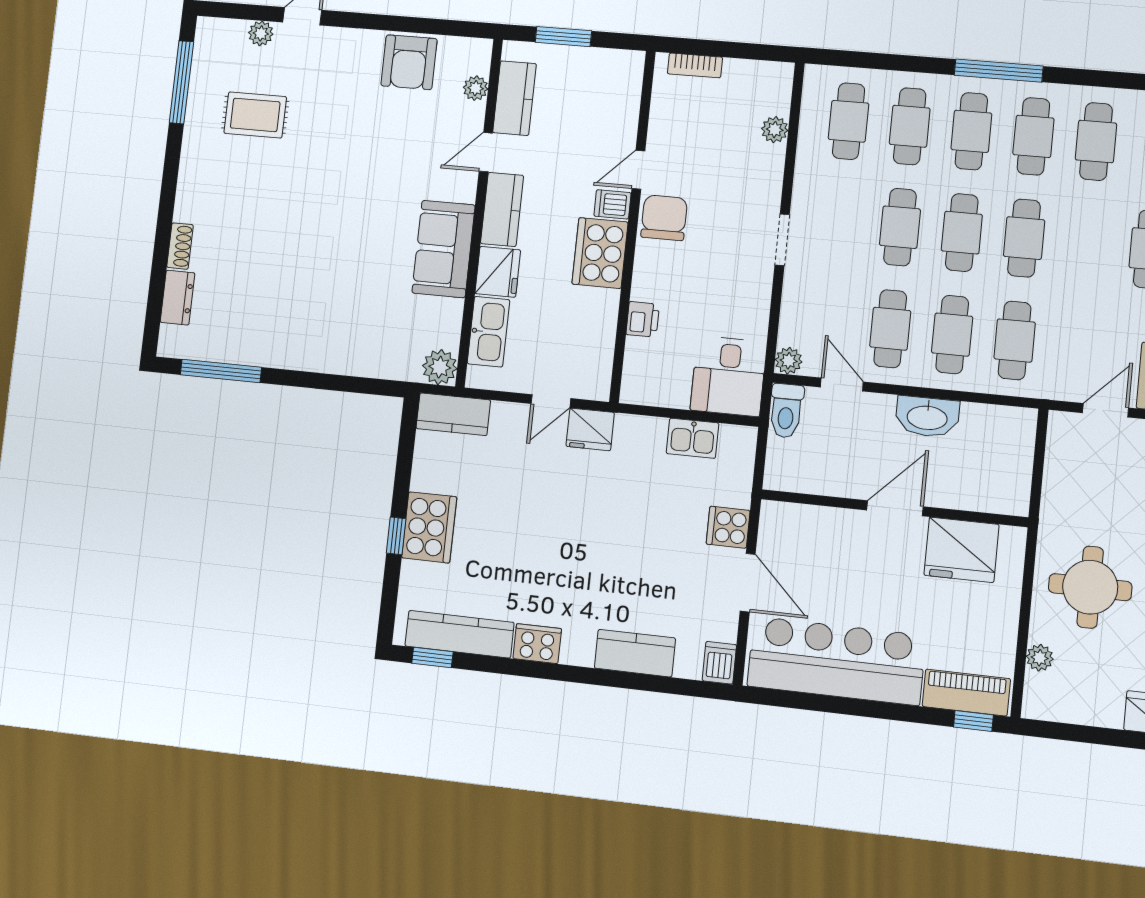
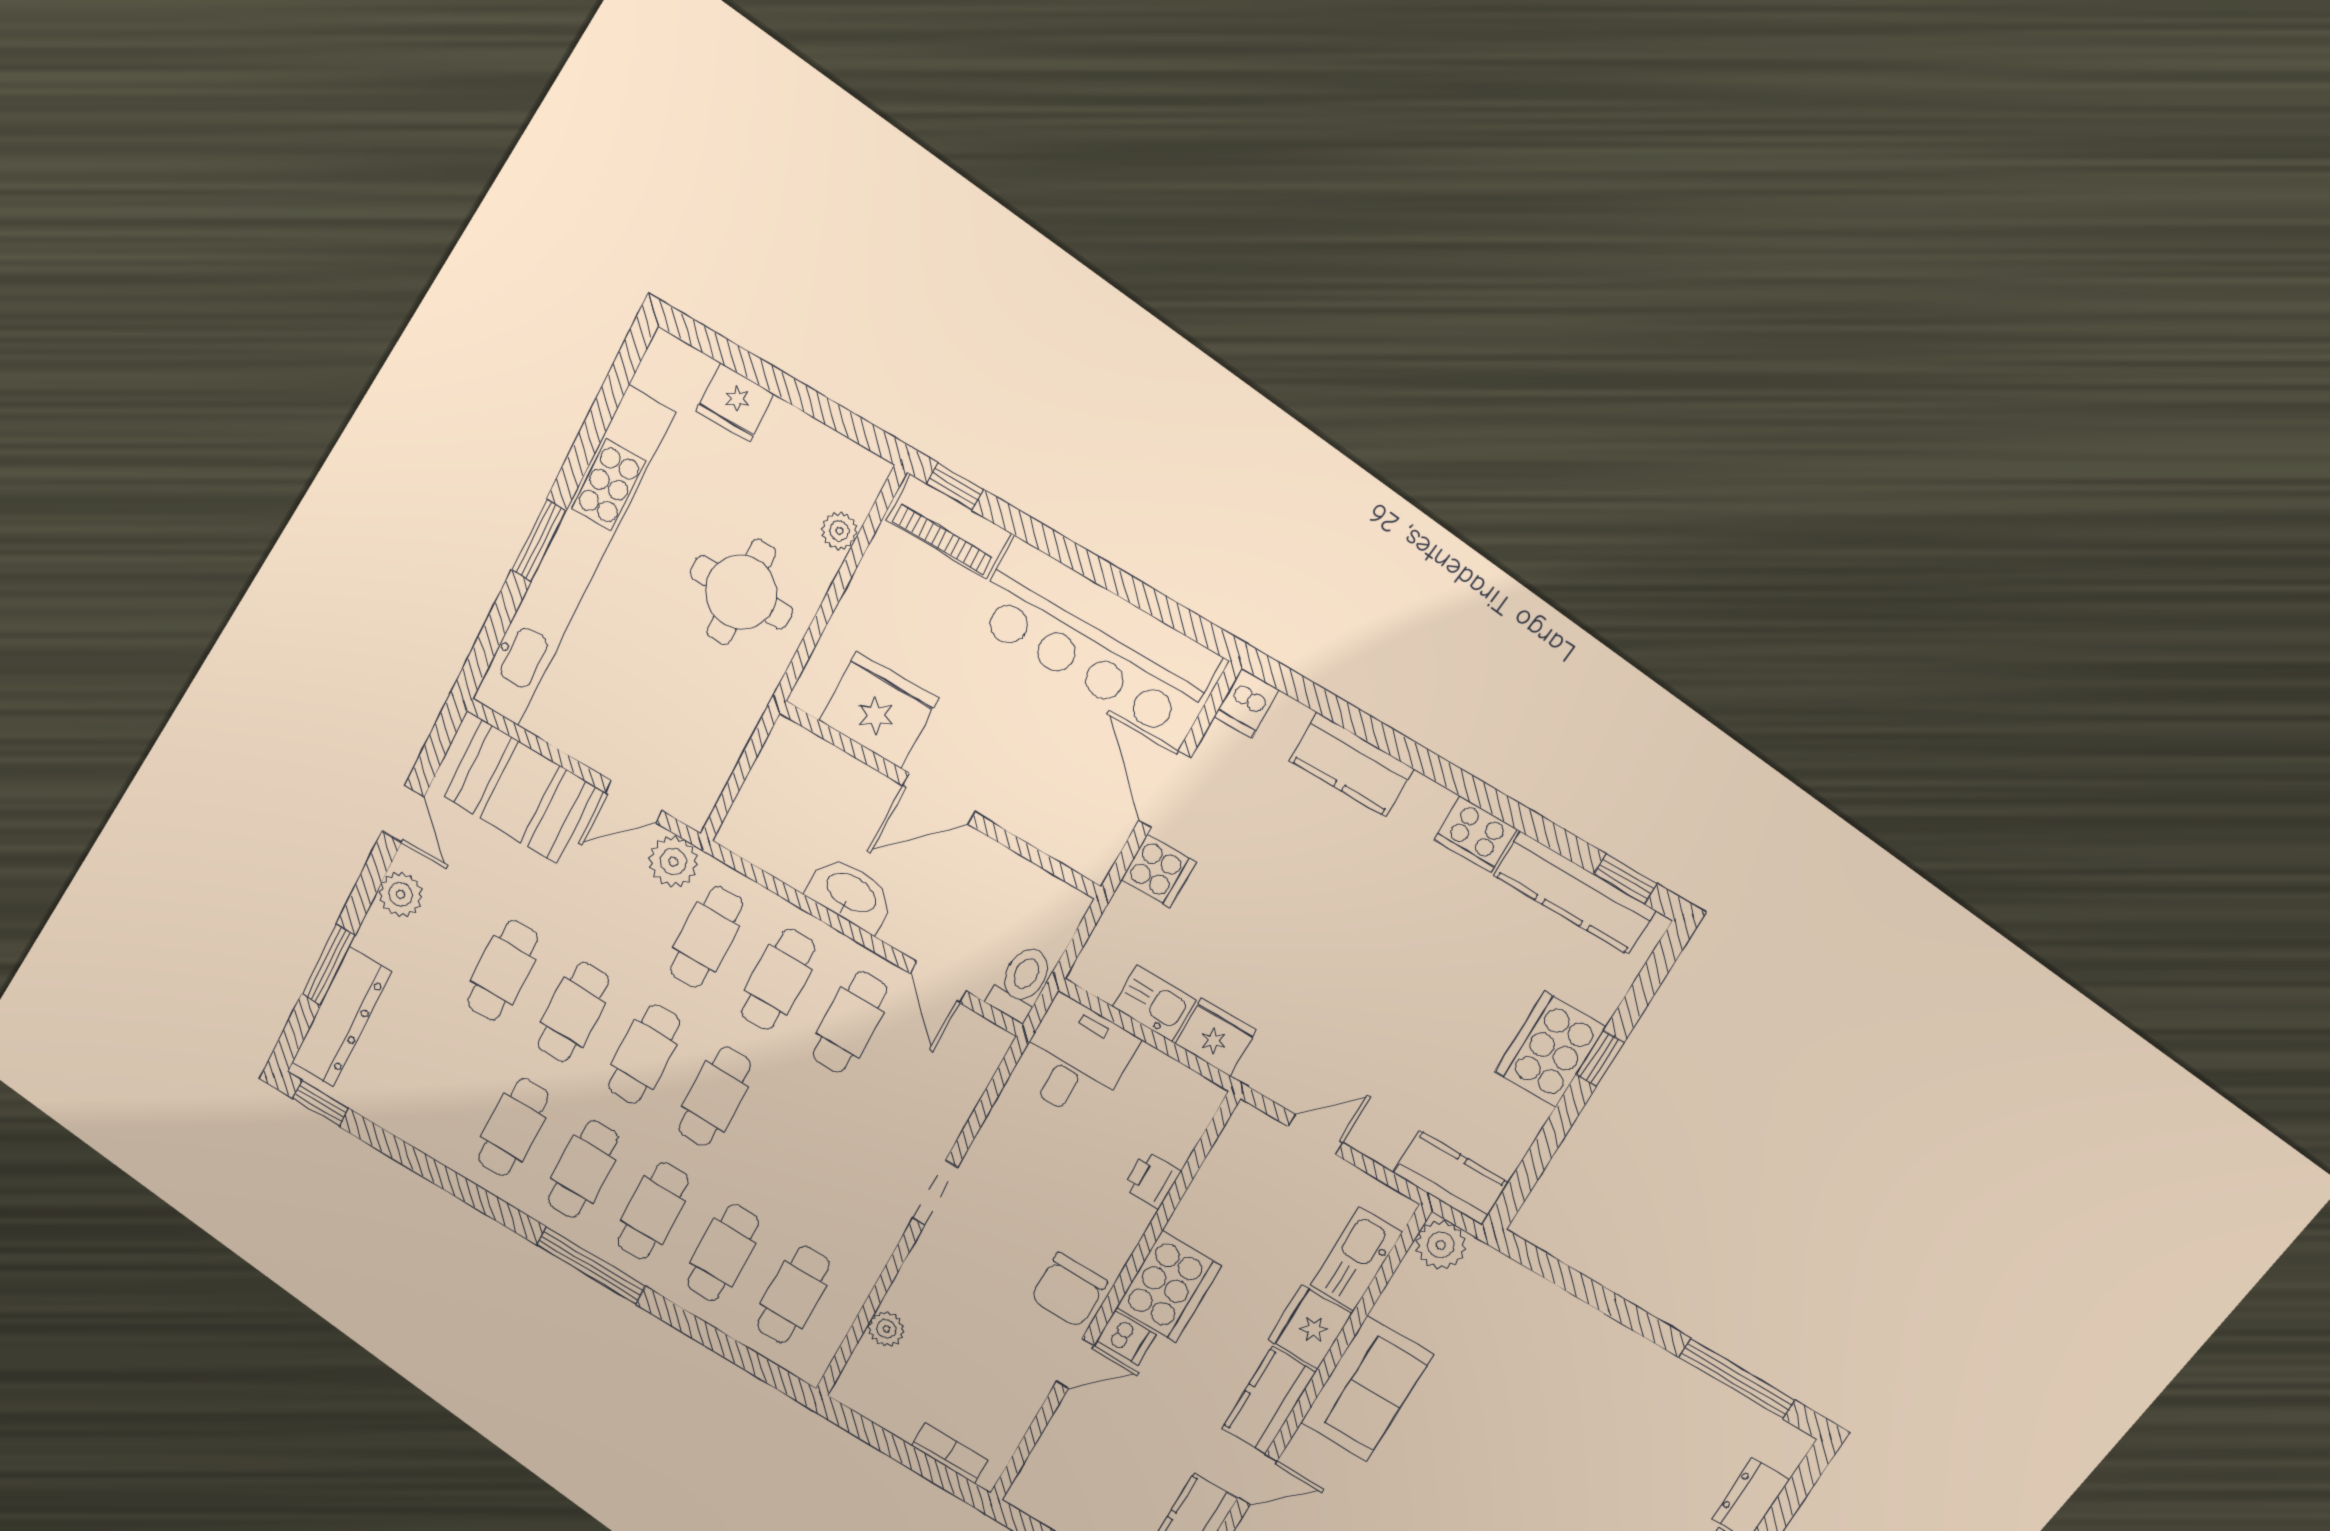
cafe table: (900, 227) -> (573, 1012), moved
plant: (789, 361) -> (673, 862), moved, width x1.38, depth x1.38
fridge: (590, 429) -> (1216, 1037), moved

